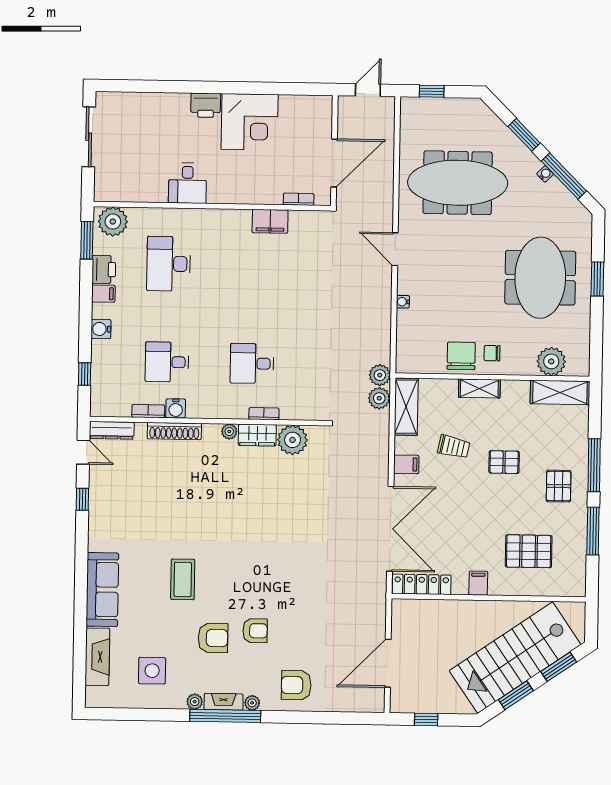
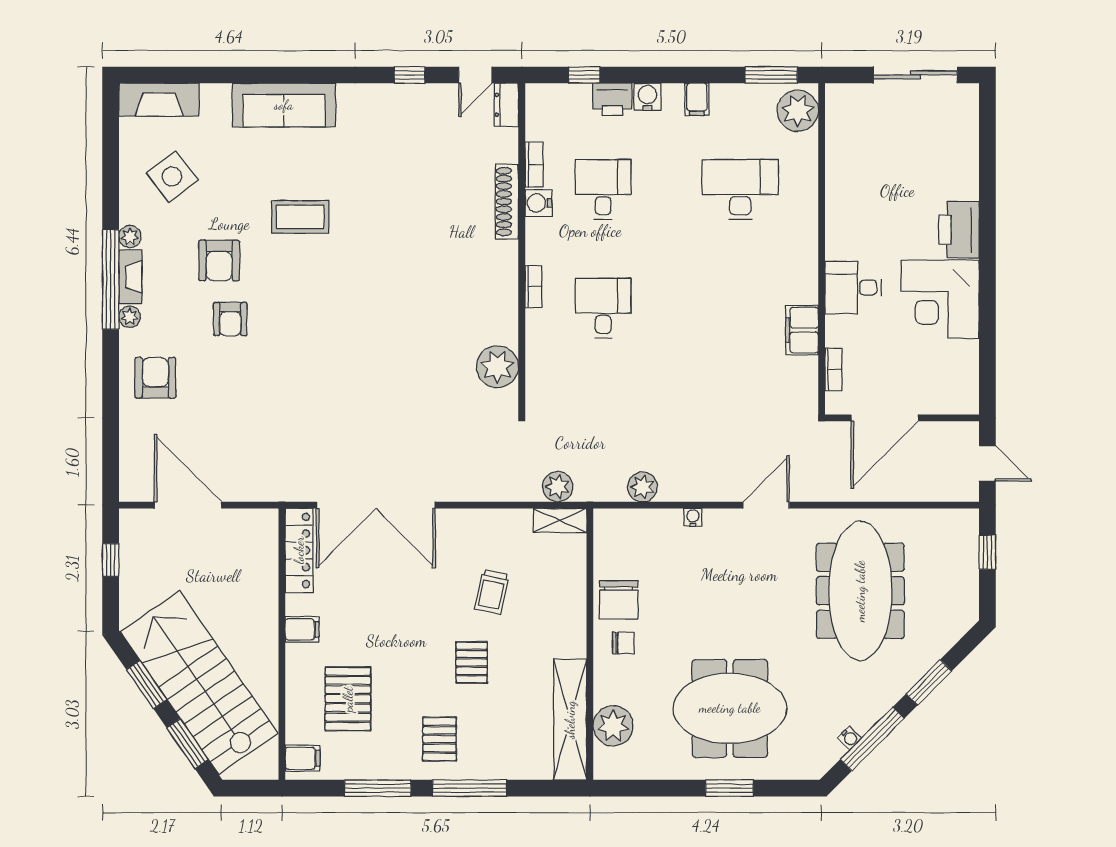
printer: (206, 105) -> (959, 230), width x1.37, depth x1.19
door: (334, 163) -> (885, 418), hinge flipped
water cooler: (545, 174) -> (850, 738), moved
desk: (188, 183) -> (853, 288), moved
printer: (104, 269) -> (612, 99), moved
chair: (492, 353) -> (623, 643), turned 90
chair: (461, 356) -> (619, 600), turned 90
plant: (380, 375) -> (642, 487), moved
shelving: (479, 389) -> (574, 626), removed
shelving: (560, 392) -> (570, 720), width x1.47
shelving: (406, 407) -> (560, 520), width x0.67, depth x0.75
bookcase: (264, 414) -> (533, 286), moved
dresser: (112, 430) -> (506, 105), width x0.70
plant: (229, 432) -> (508, 278), removed
wardrobe: (257, 435) -> (503, 317), removed
filing cabinet: (406, 464) -> (303, 758), moved, turned -90
pallet: (559, 486) -> (439, 739), turned 90
fireplace: (97, 657) -> (159, 100), moved
side table: (152, 671) -> (172, 176), turned -38

